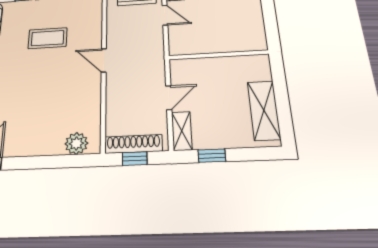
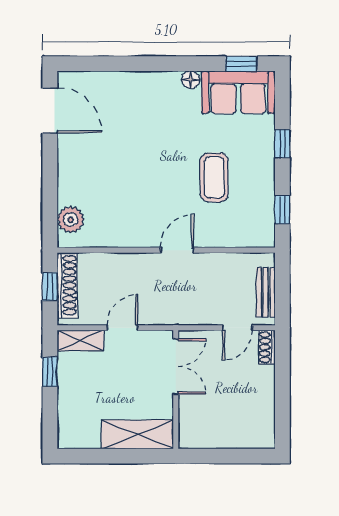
double door: (199, 56) -> (176, 366), added
door: (169, 98) -> (123, 328), swing flipped
shelving: (264, 110) -> (137, 434), moved

